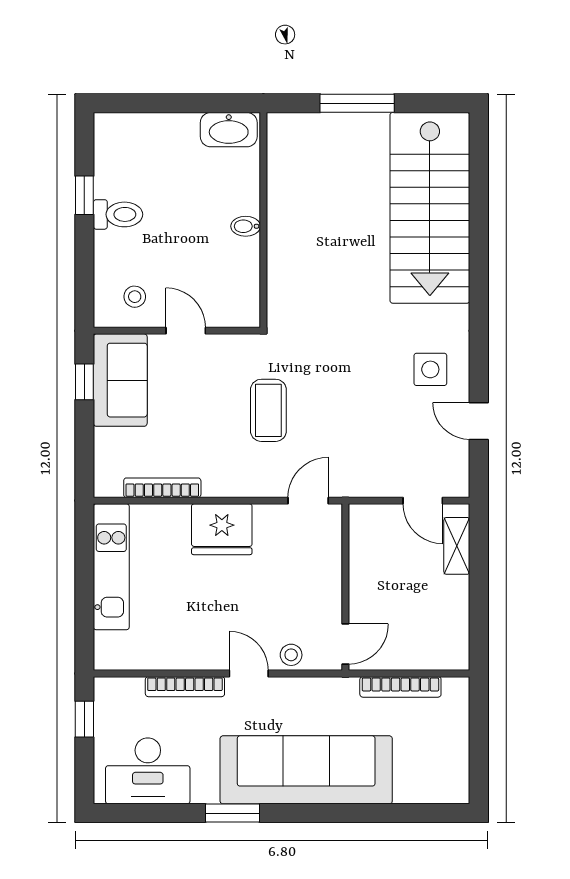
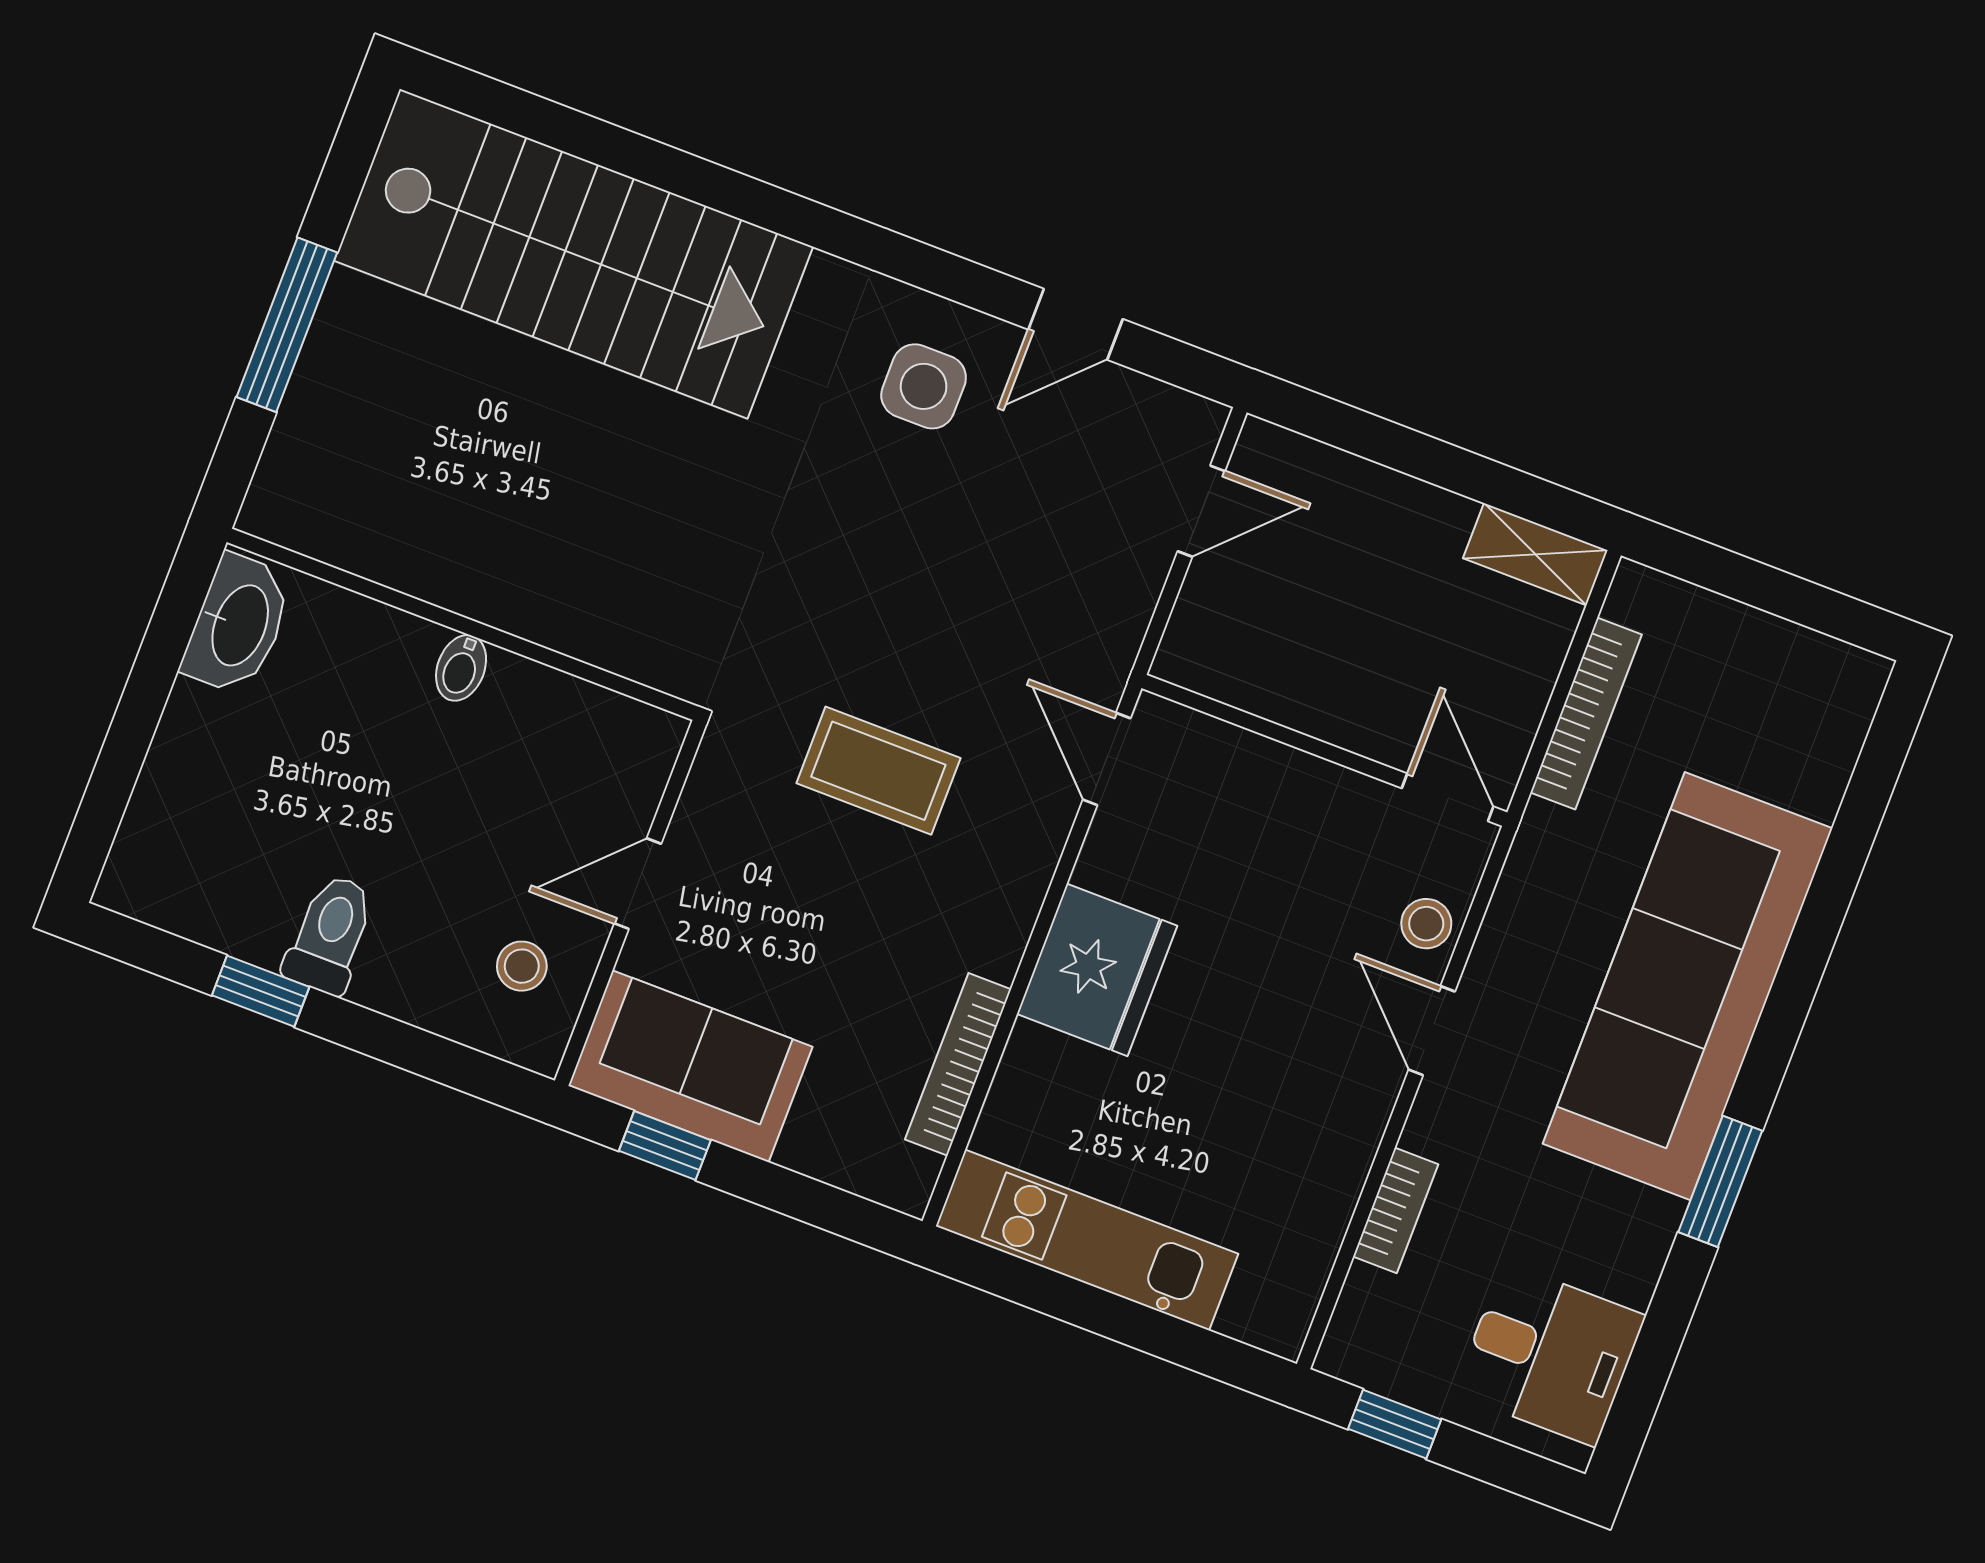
shelving: (457, 546) -> (1535, 554), moved
door: (249, 674) -> (1432, 1031), hinge flipped
bookcase: (185, 687) -> (1396, 1210), width x0.64
desk: (148, 771) -> (1550, 1354), width x0.73

